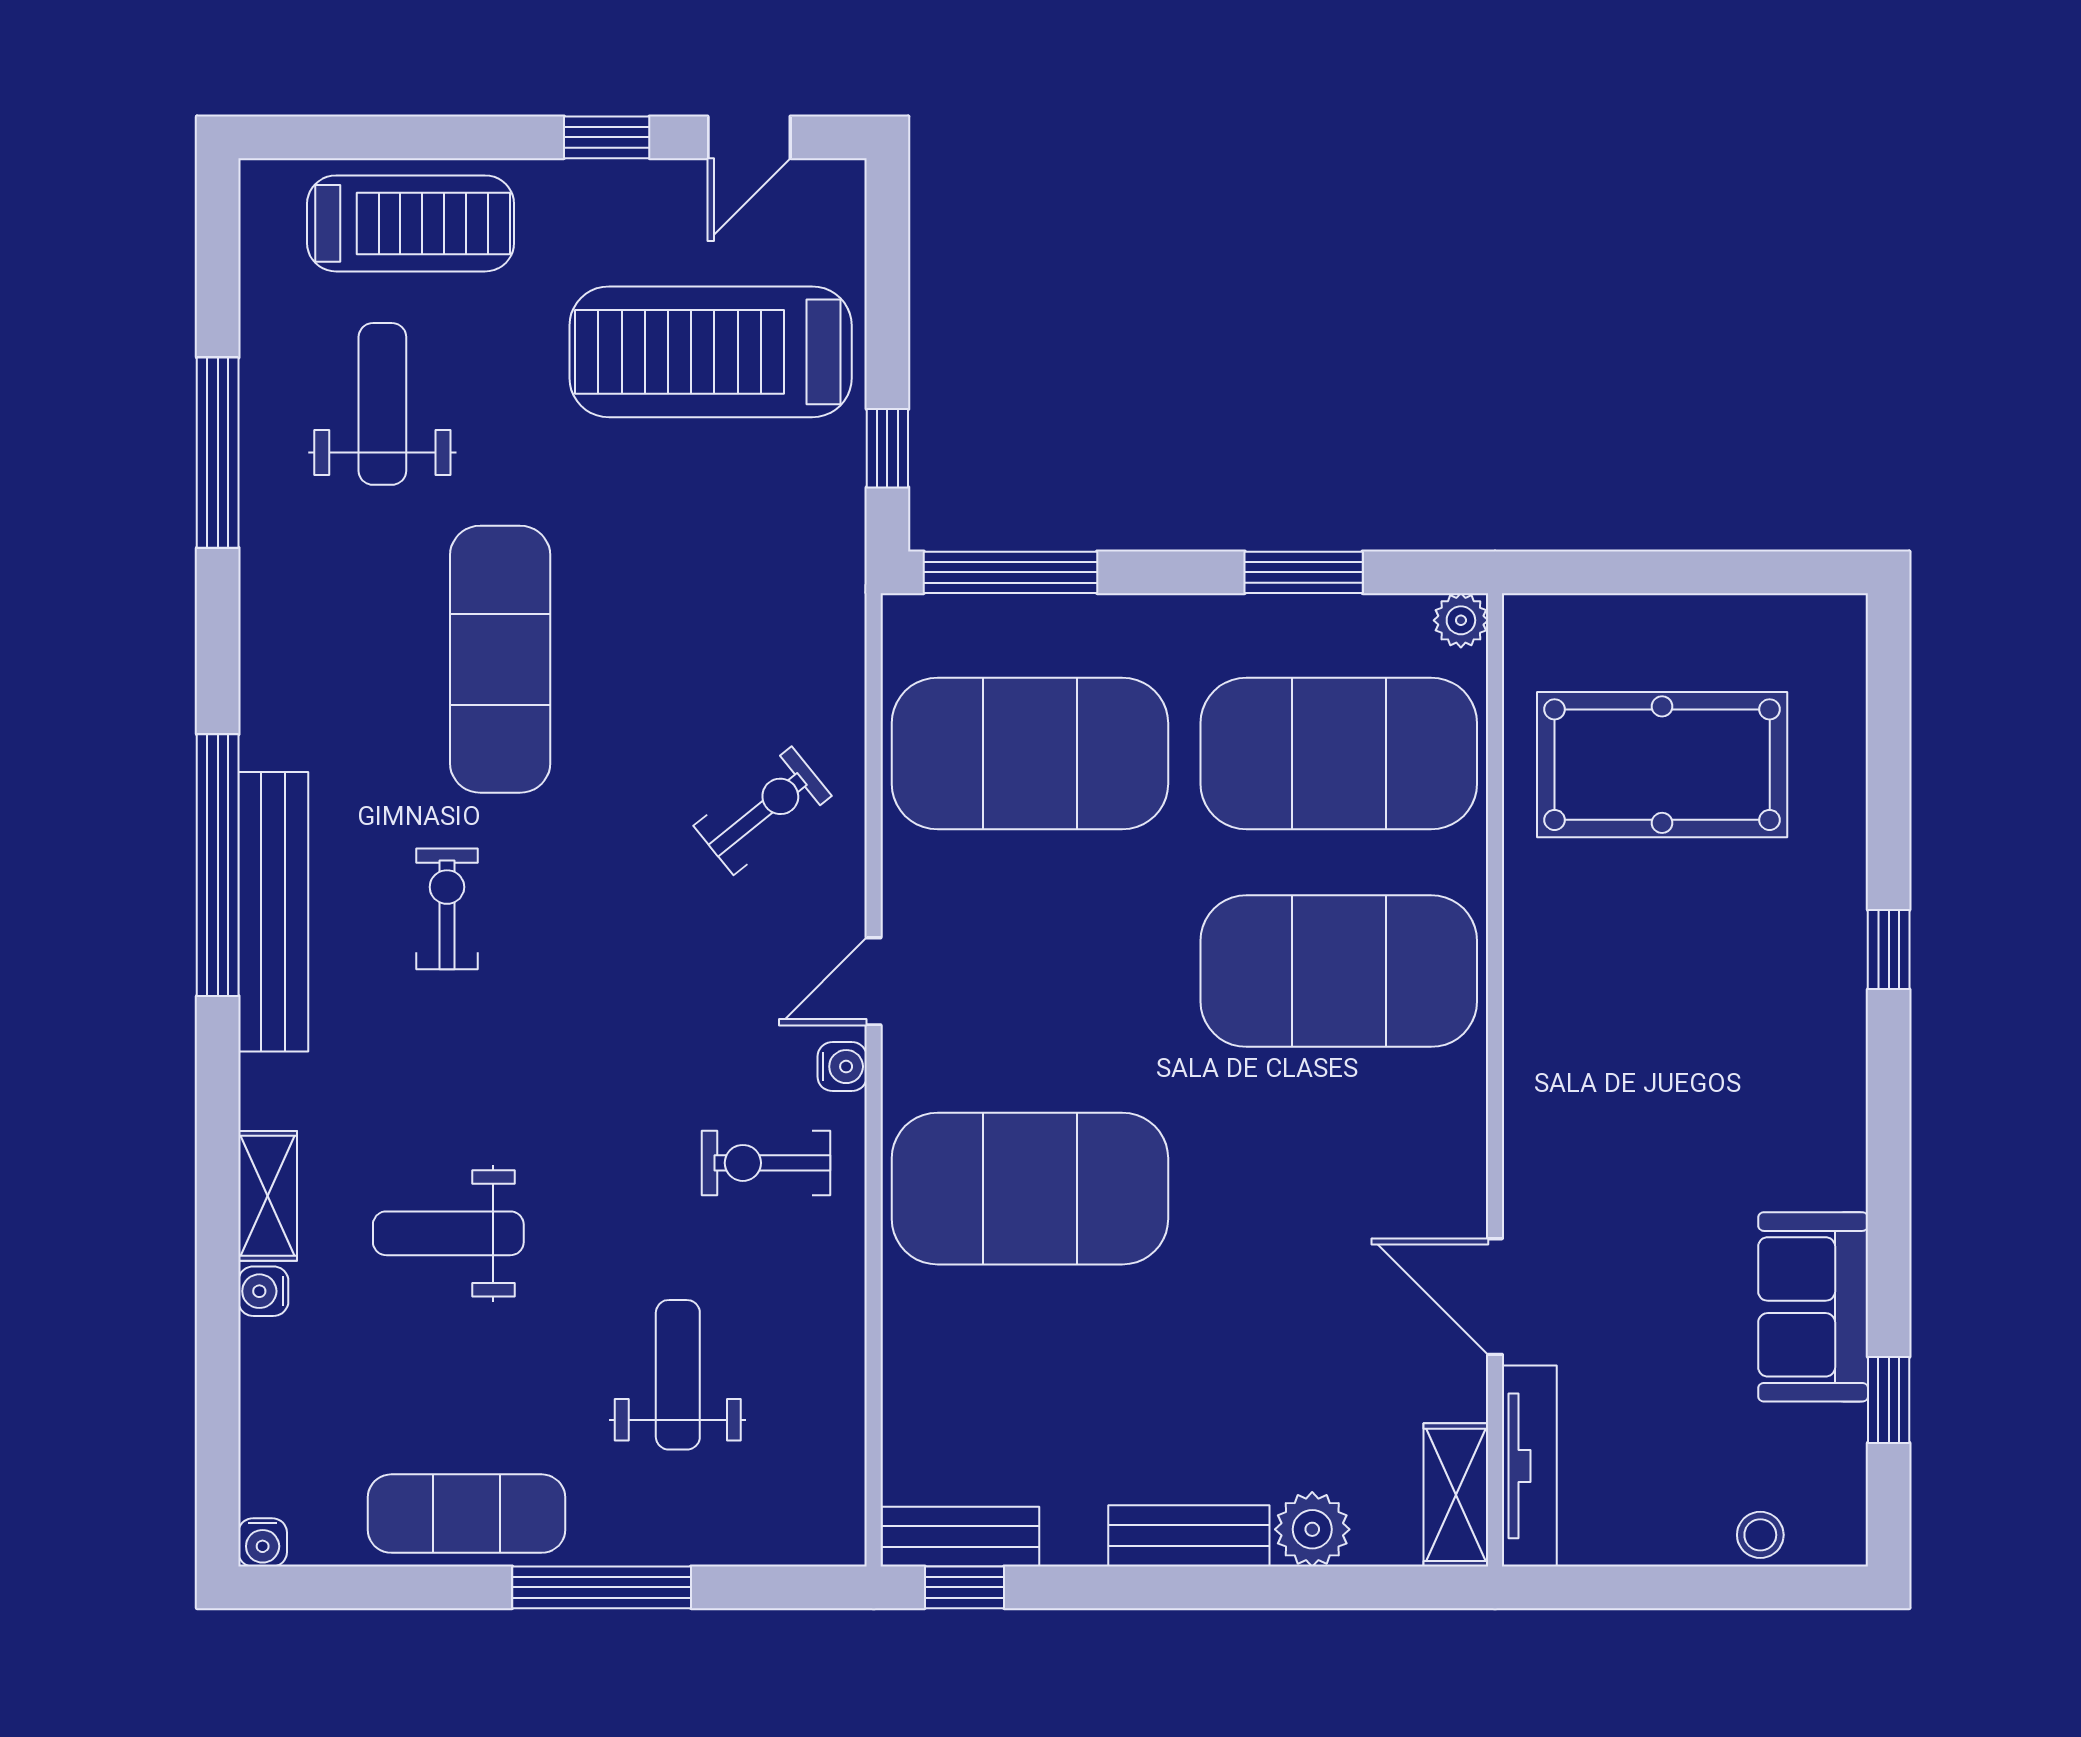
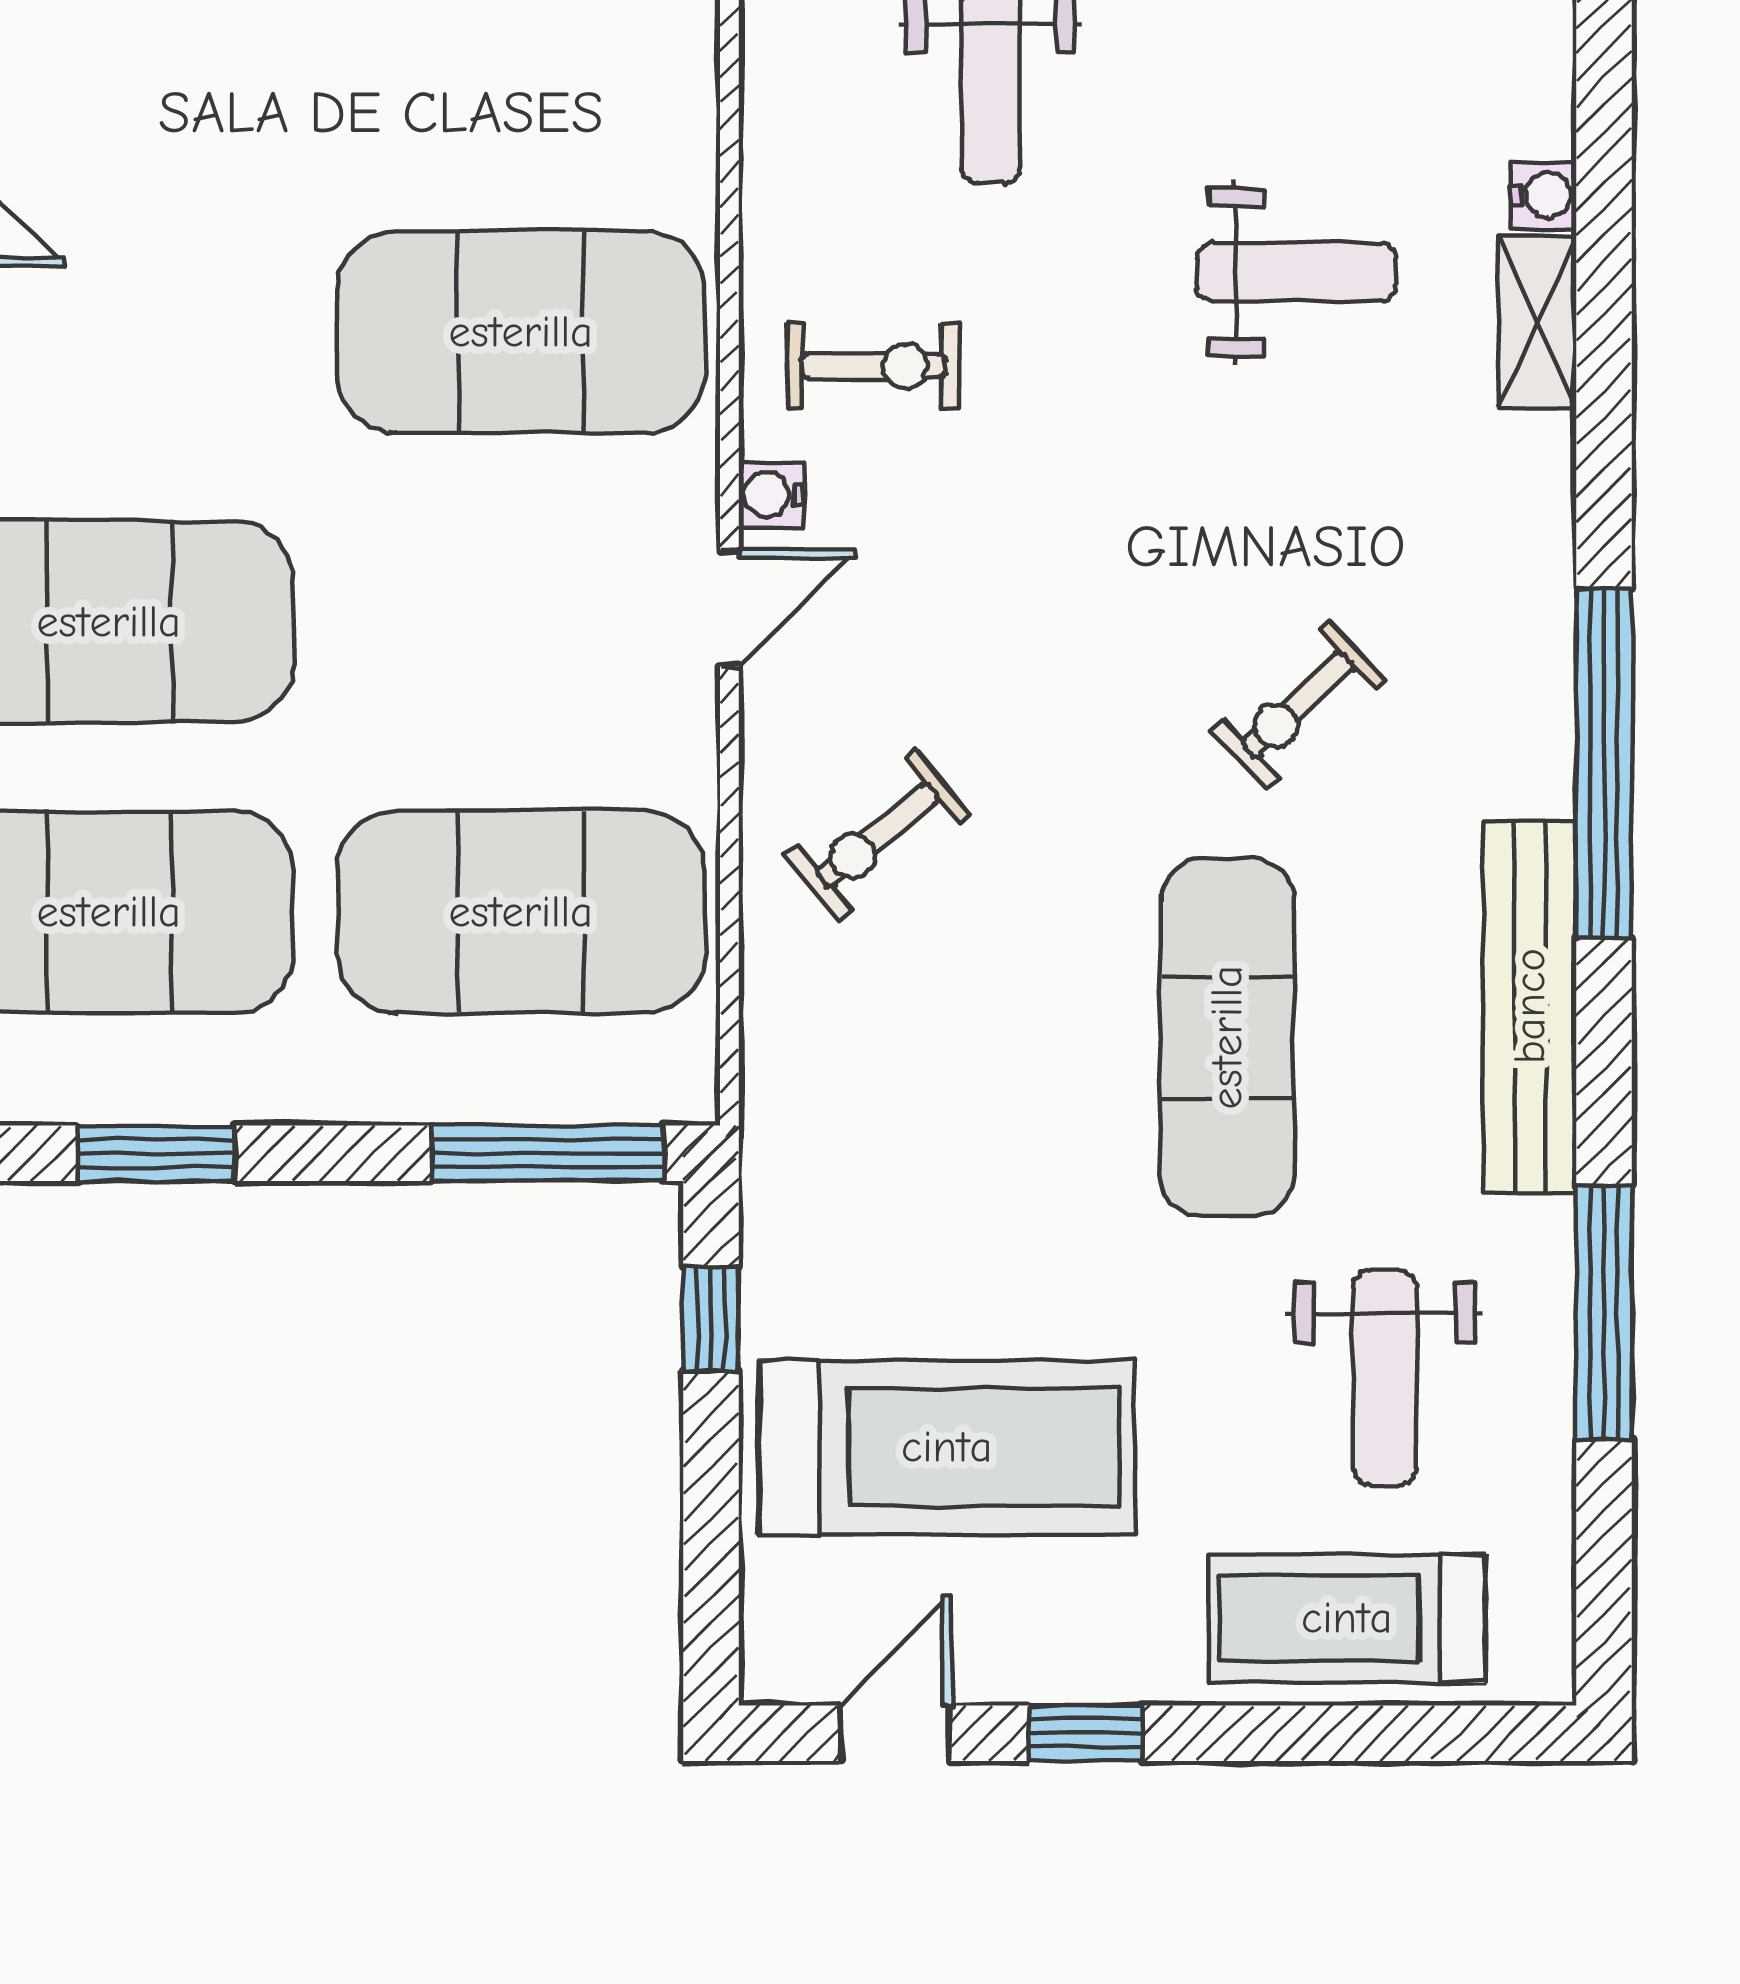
exercise bike: (447, 909) -> (1298, 705), turned 47
bench: (273, 912) -> (1530, 1006), moved

